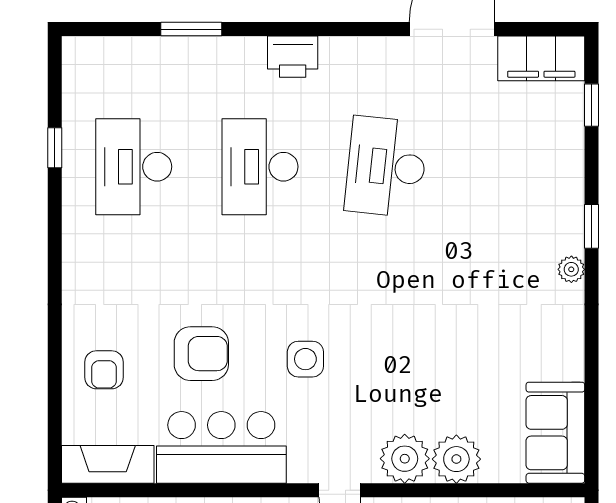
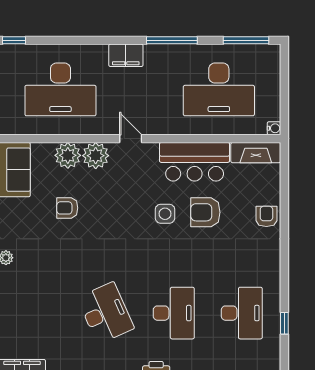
desk: (386, 167) -> (106, 313), turned -30
side table: (305, 359) -> (165, 214), moved
armchair: (457, 362) -> (67, 208), added
armchair: (104, 370) -> (266, 216), moved

